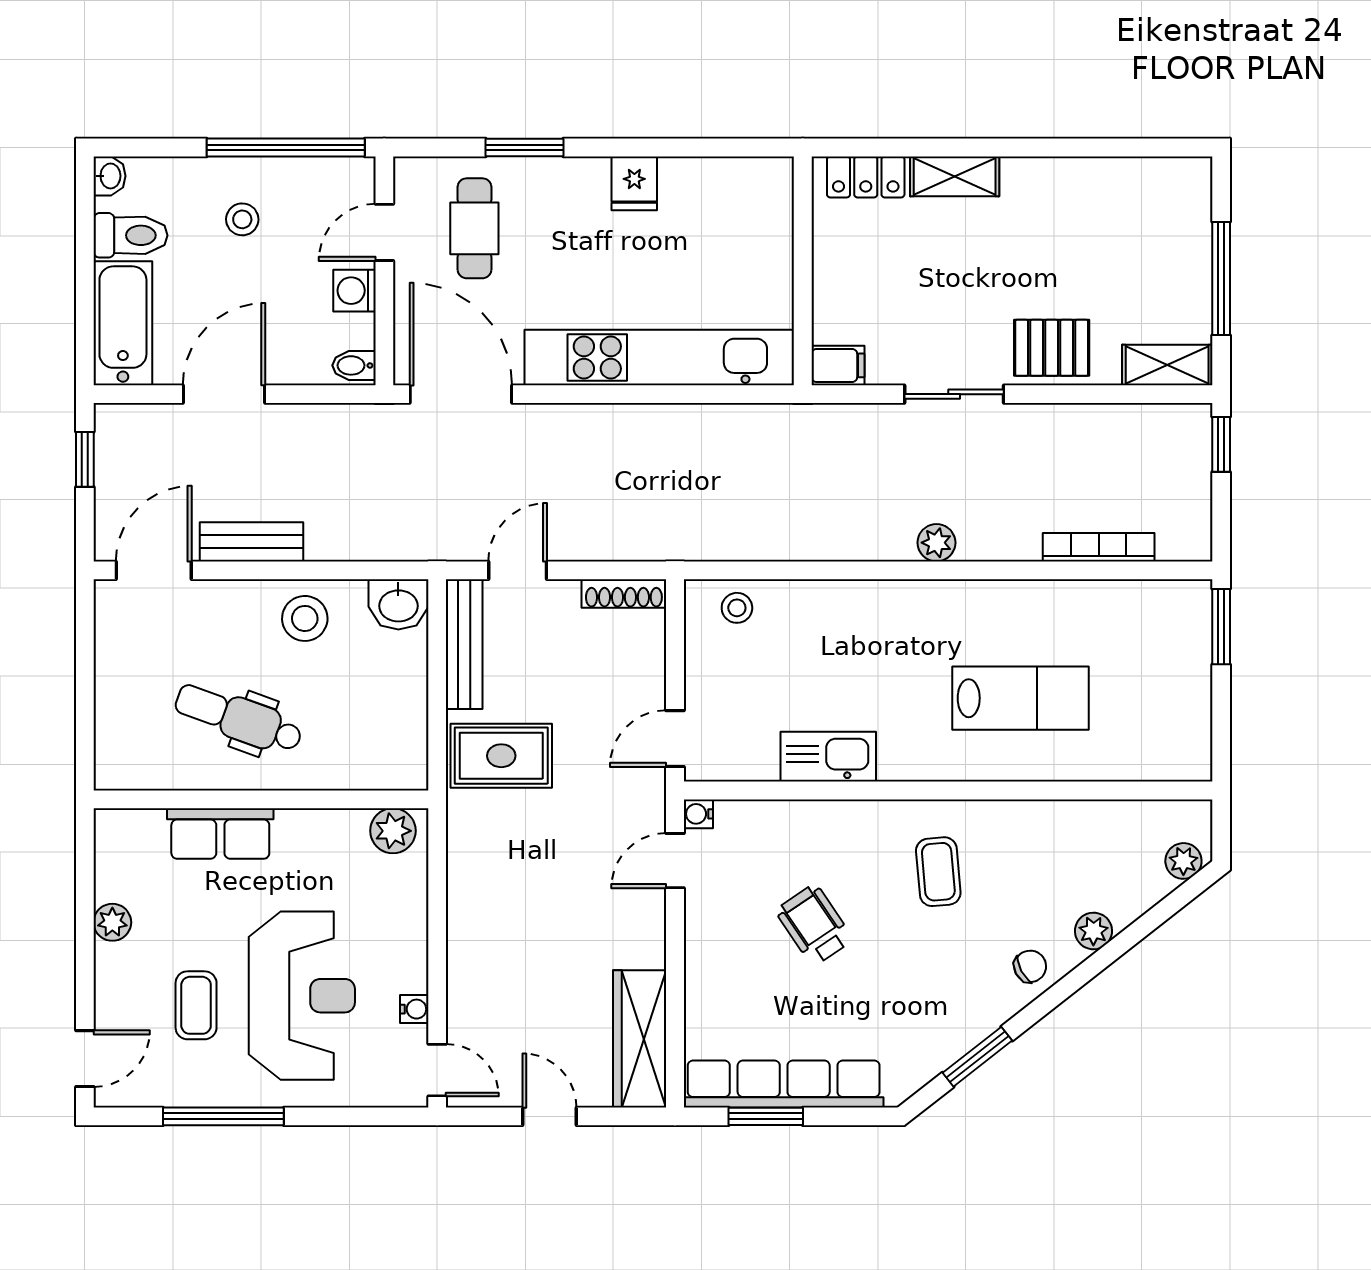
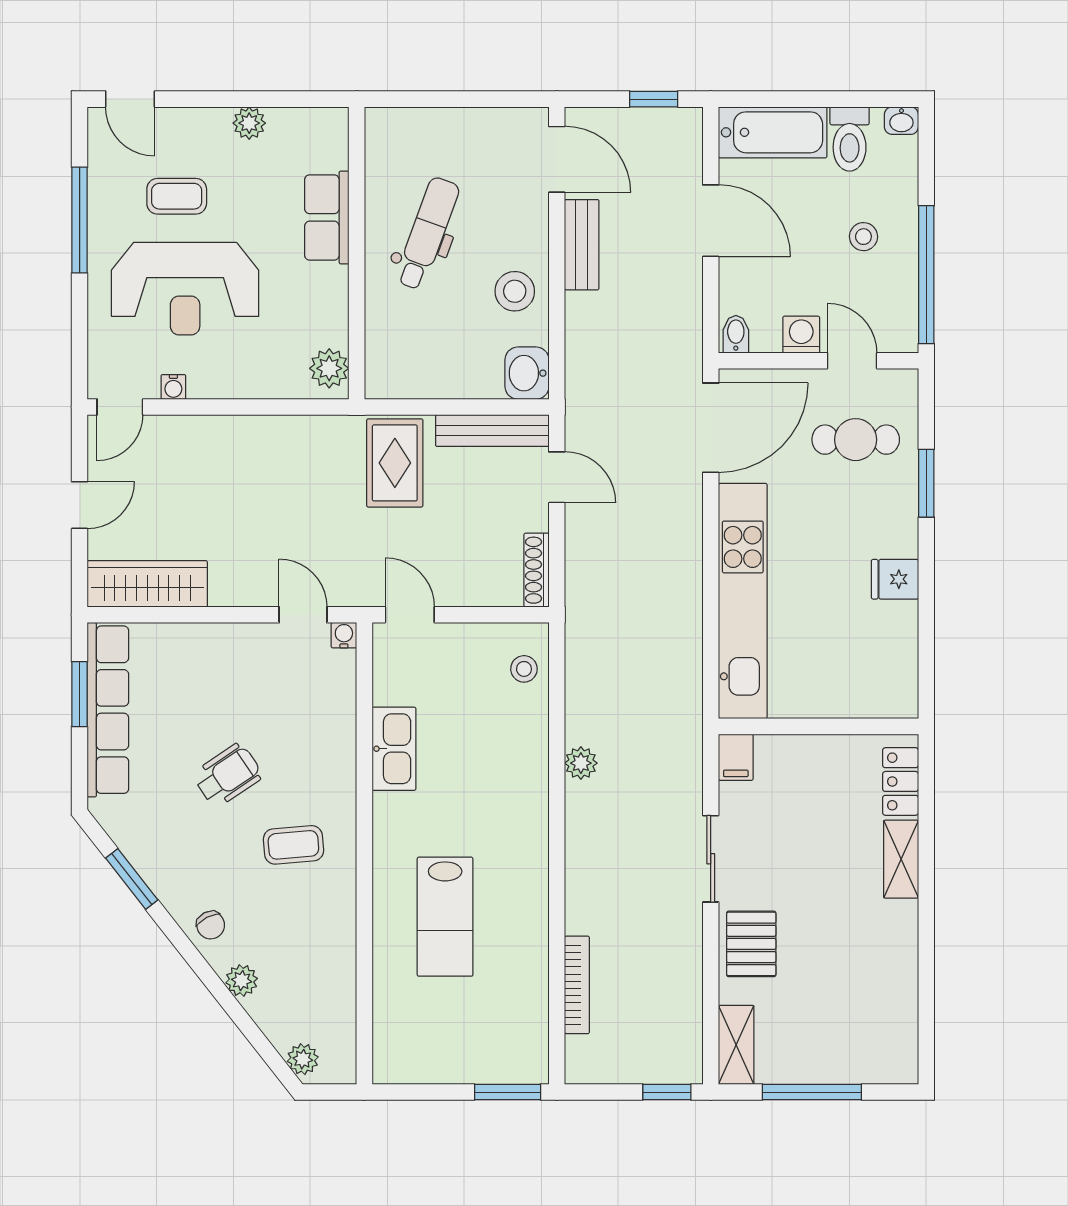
plant: (936, 543) -> (581, 763), moved
wheelchair: (814, 925) -> (228, 775), moved

